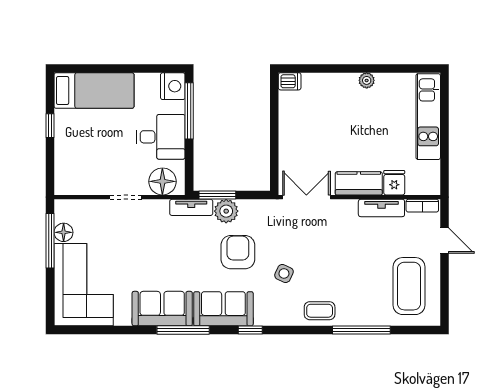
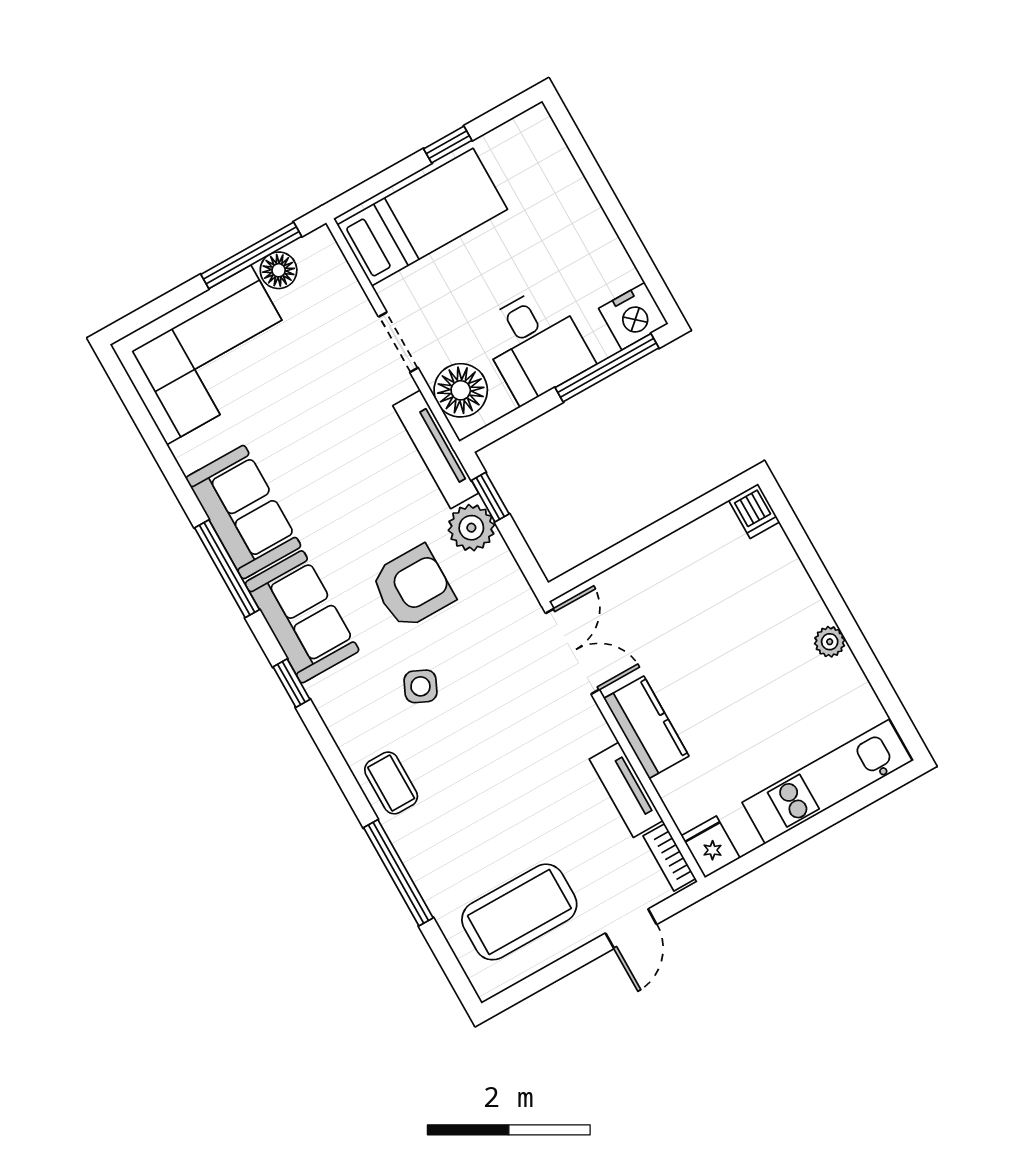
bed: (94, 91) -> (422, 217), moved, turned -90
fridge: (394, 183) -> (711, 847), moved, turned -90
window: (217, 195) -> (490, 497), width x0.67
tv unit: (191, 207) -> (436, 449), width x1.41

